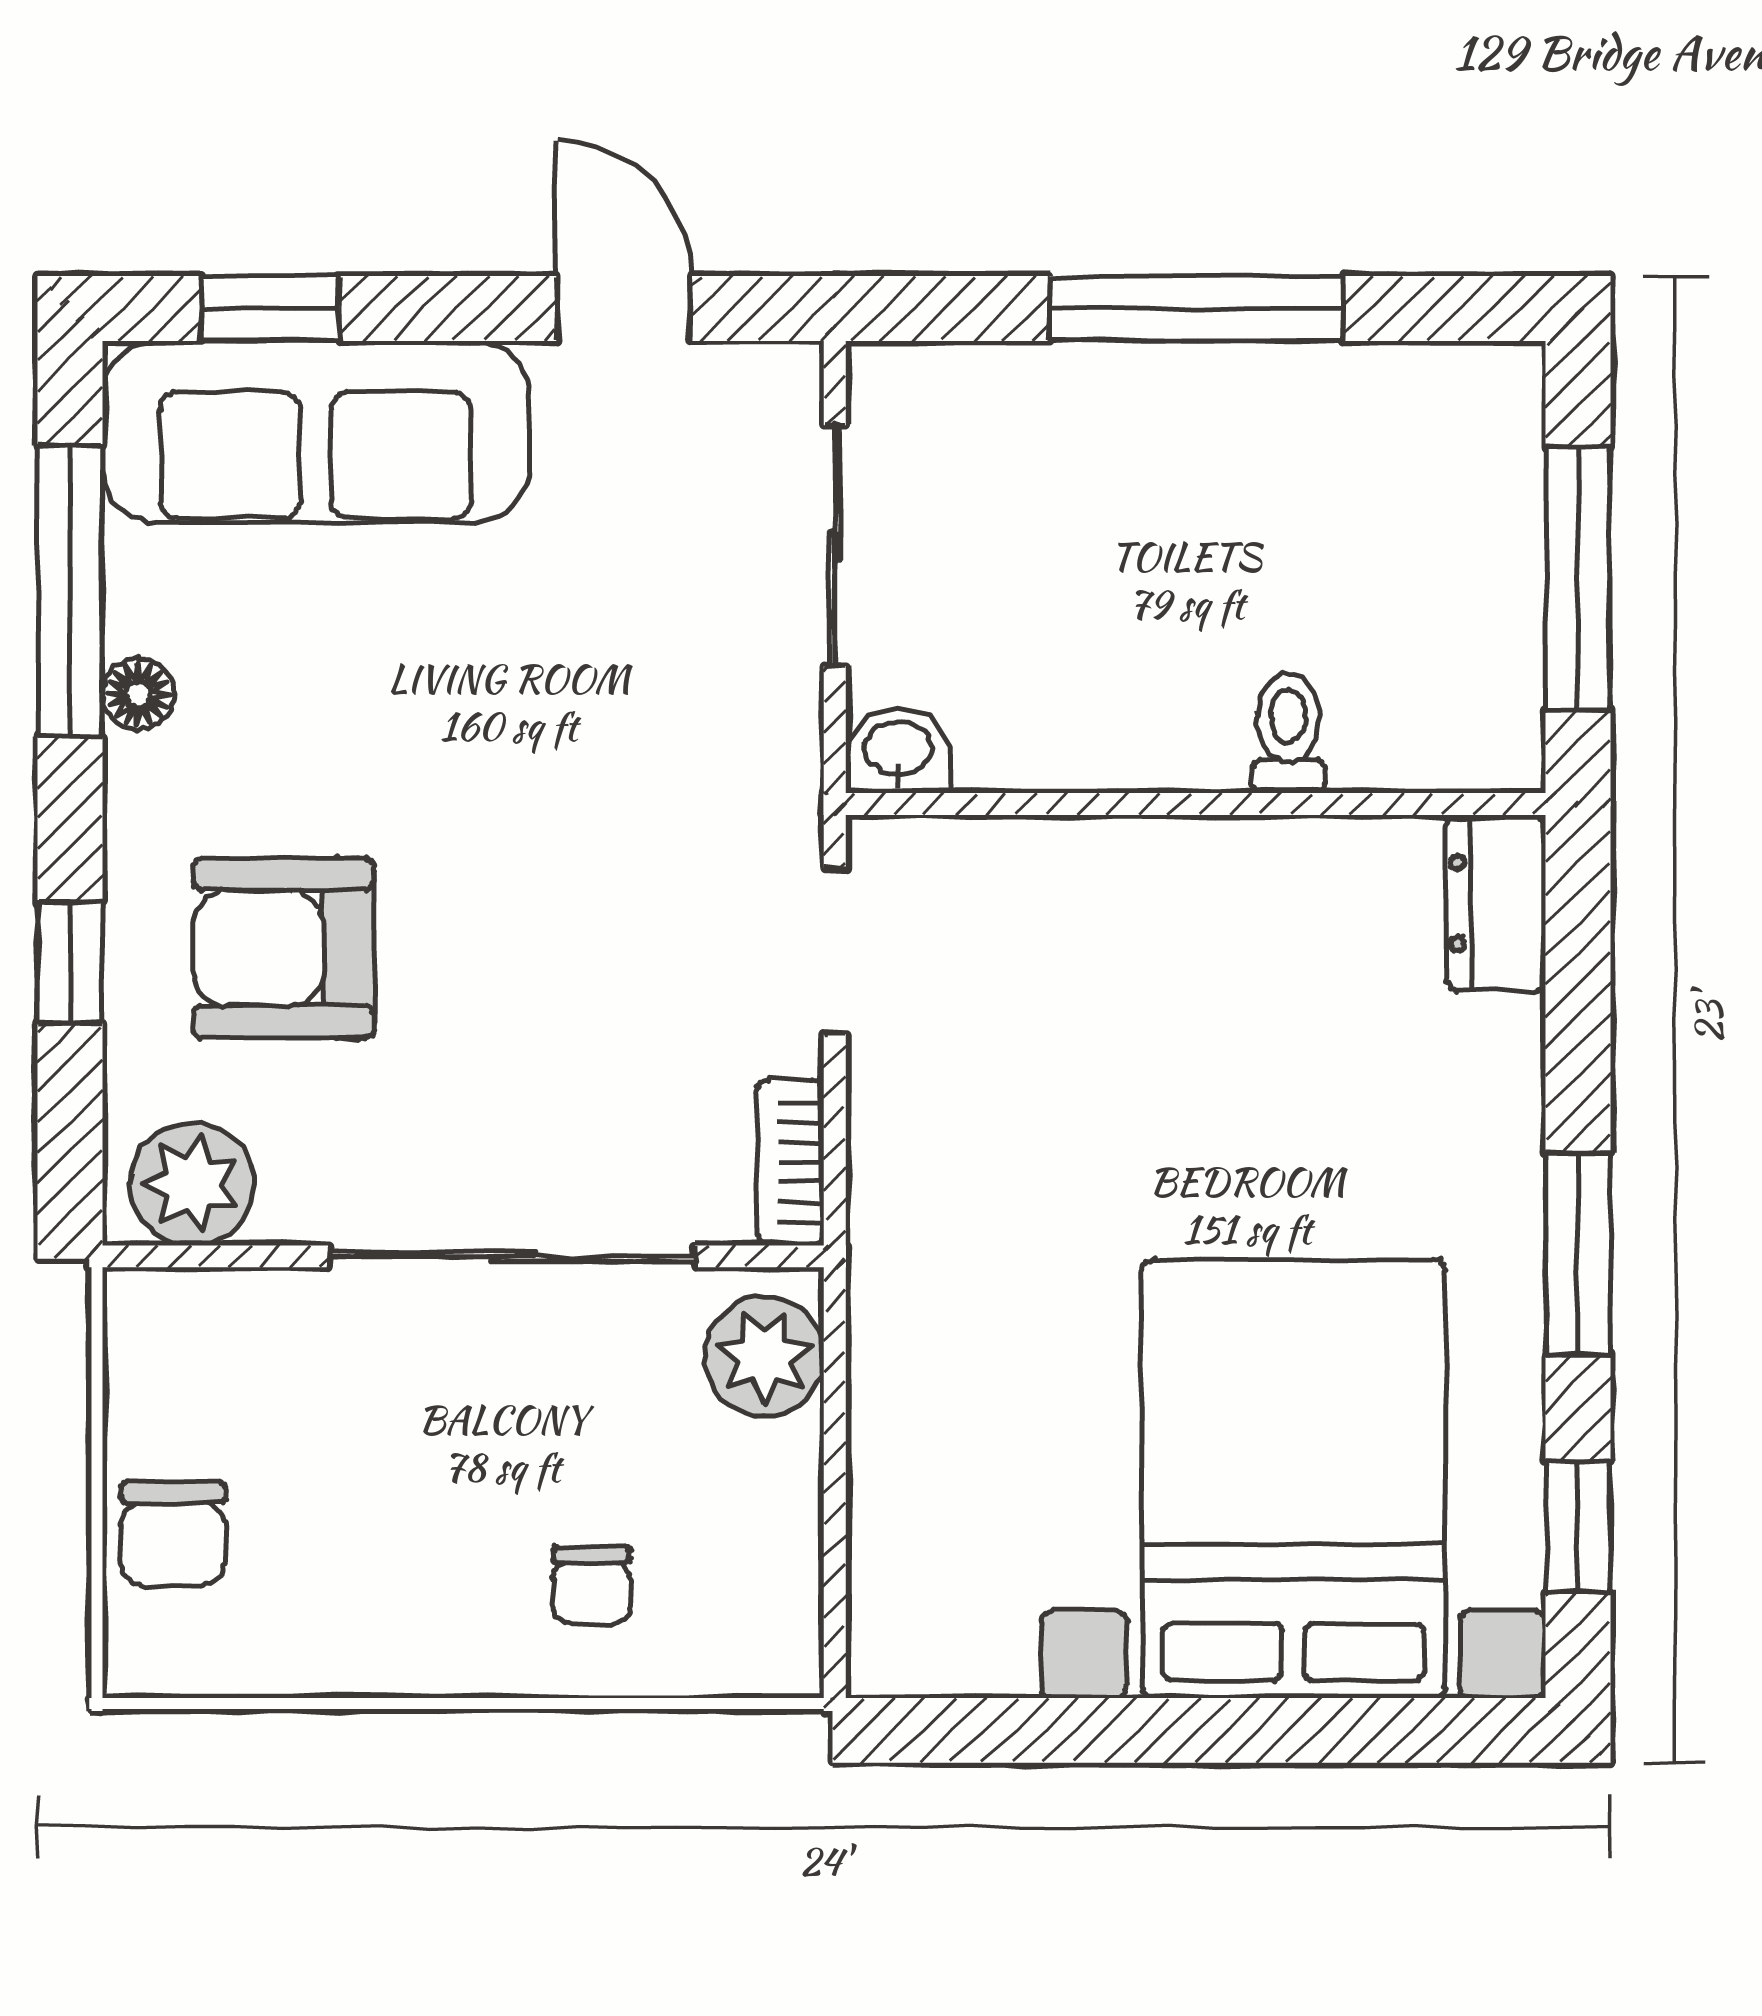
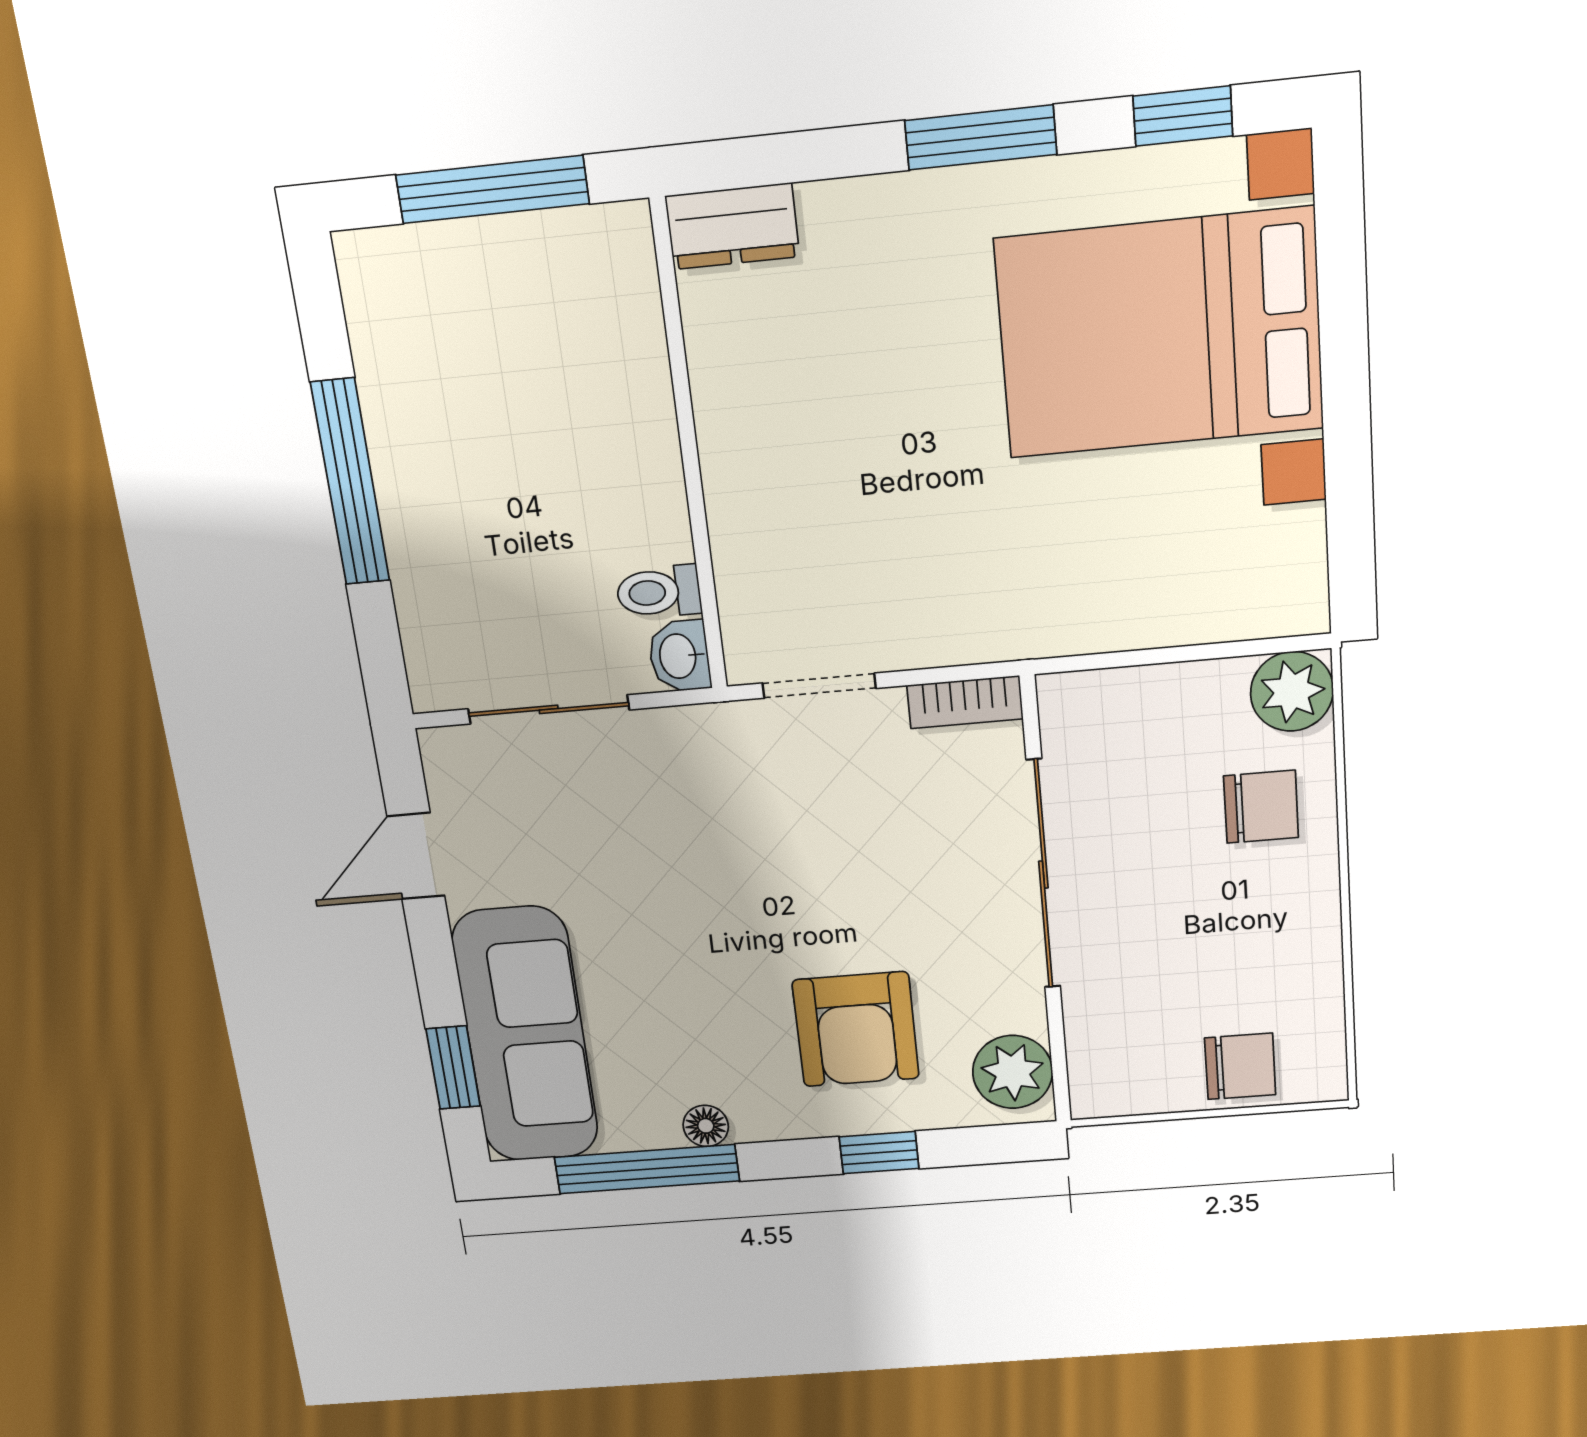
toilet: (1288, 733) -> (659, 592), moved
plant: (764, 1356) -> (1292, 691), moved
chair: (592, 1585) -> (1261, 807), width x1.37, depth x1.37

